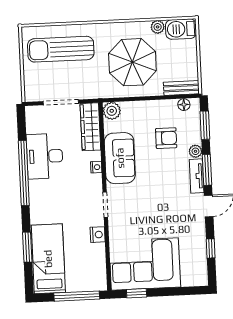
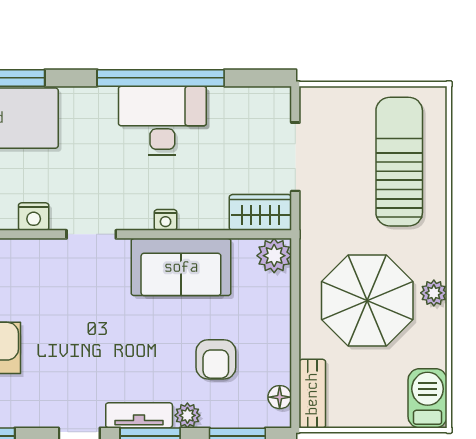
plant: (158, 27) -> (434, 293), moved
wardrobe: (90, 127) -> (260, 212), width x0.67
desk: (45, 156) -> (162, 120), moved

